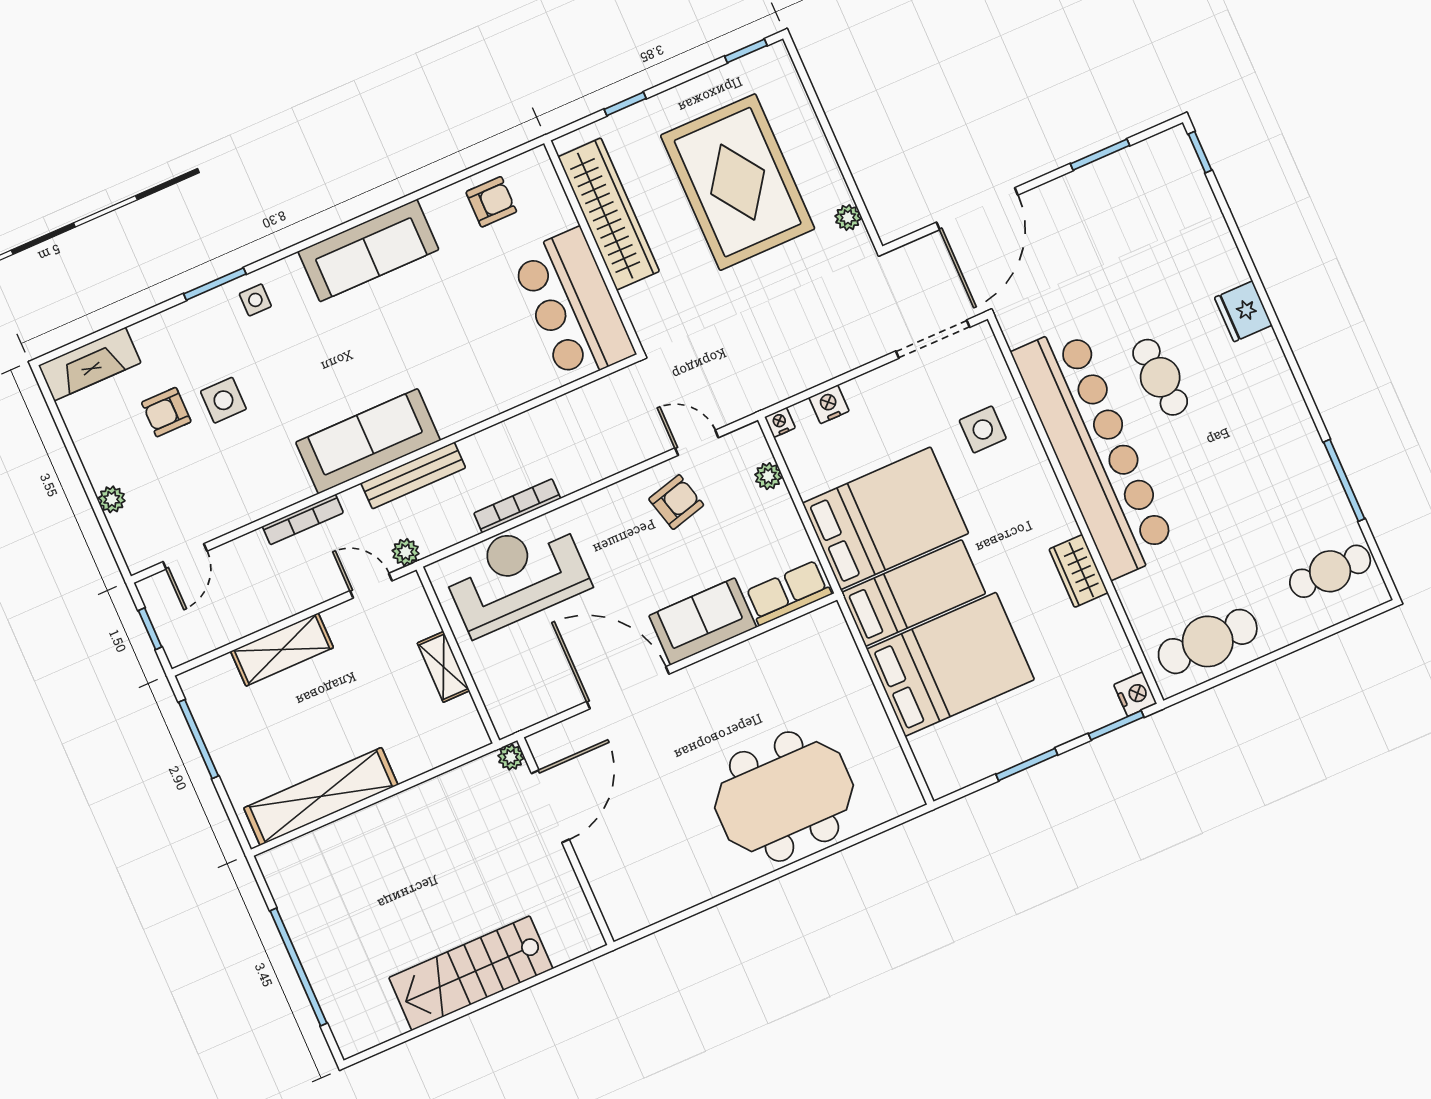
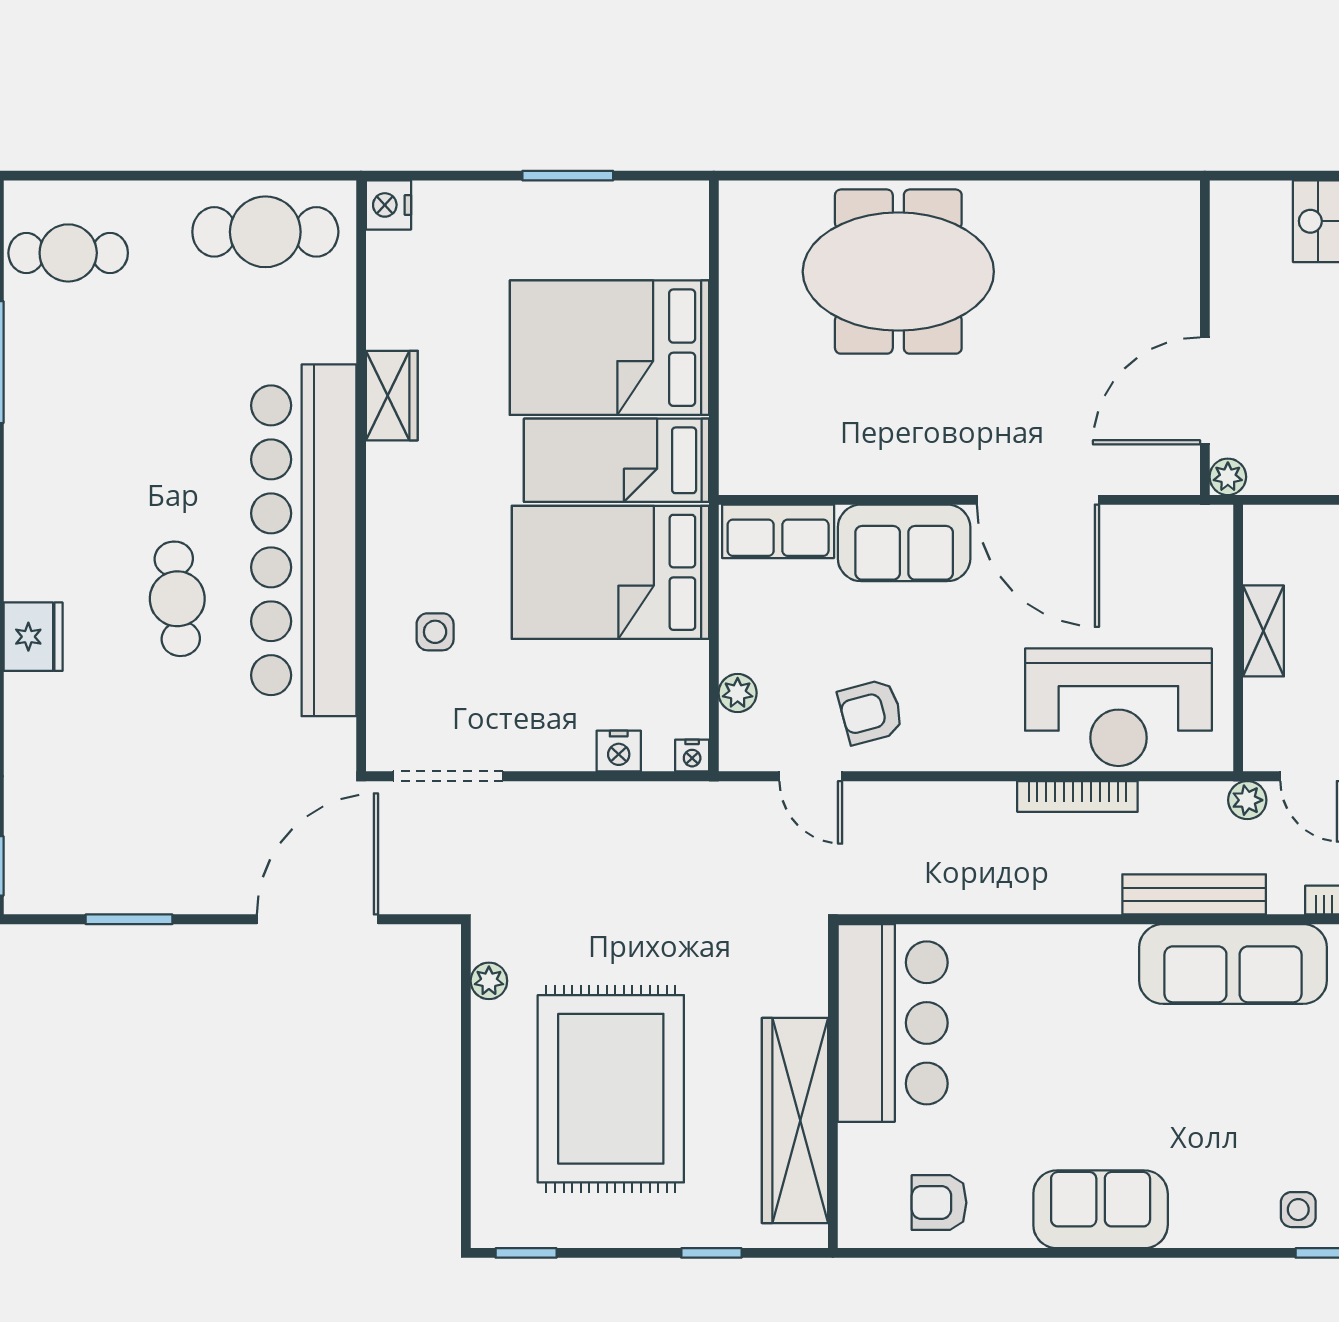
sofa: (368, 250) -> (1101, 1209), width x0.73
side table: (983, 429) -> (435, 632), width x0.73, depth x0.73
window: (1116, 725) -> (431, 176), removed

